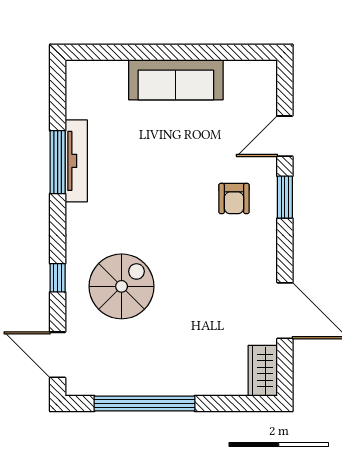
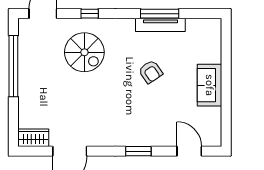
sofa: (176, 80) -> (210, 85), width x0.73
door: (285, 136) -> (189, 151), moved
armchair: (234, 199) -> (151, 72), moved, turned -124

